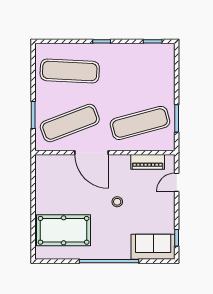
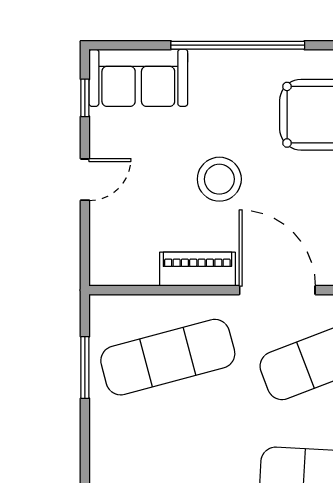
piano: (148, 162) -> (197, 269), moved
door: (177, 182) -> (85, 180), moved
stool: (117, 202) -> (219, 179), width x1.89, depth x1.89

